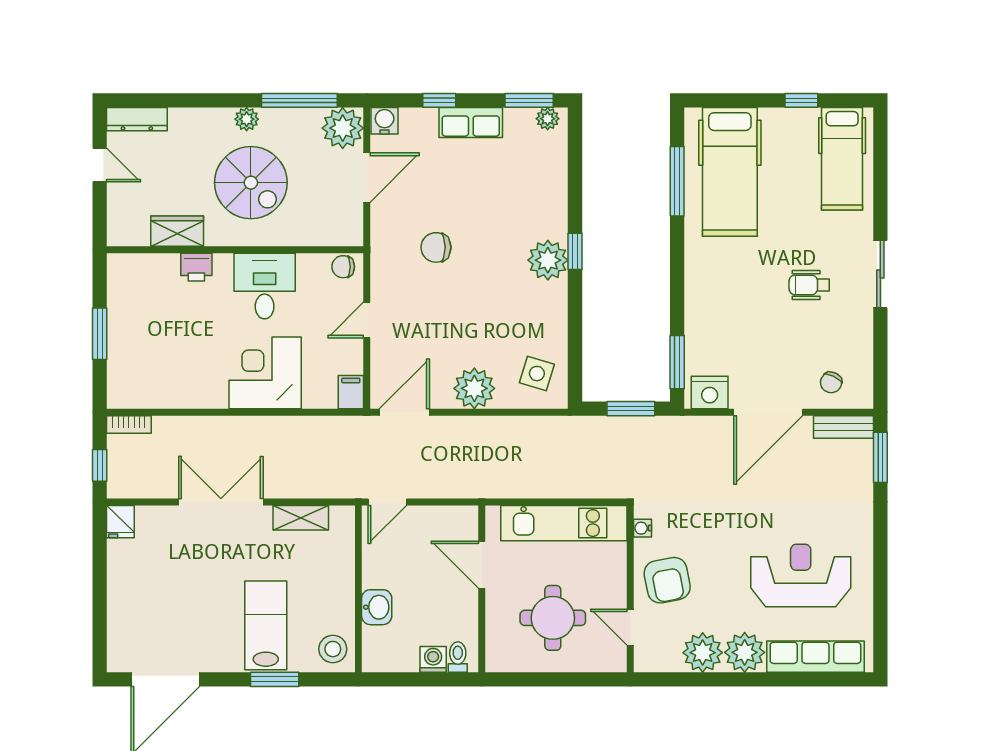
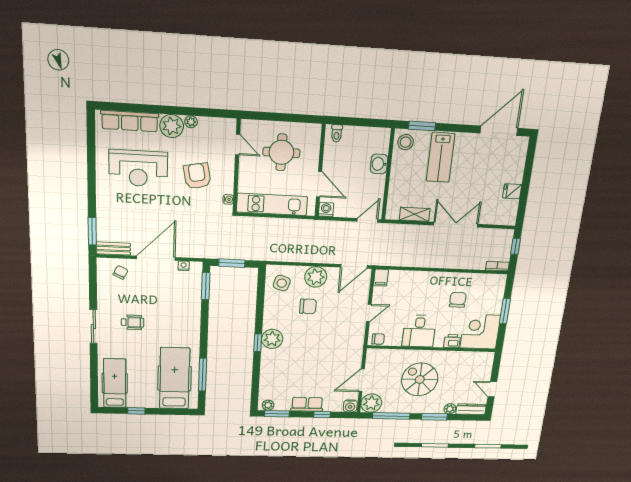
window: (211, 100) -> (434, 417), added
plant: (247, 119) -> (450, 409), moved
wardrobe: (177, 231) -> (459, 358), removed
chair: (436, 247) -> (308, 306), moved
chair: (197, 353) -> (458, 300), added
corner desk: (265, 373) -> (480, 332), moved, turned 180
nightstand: (710, 392) -> (184, 266), width x0.53, depth x0.56
double door: (221, 502) -> (456, 225), swing flipped
fridge: (120, 522) -> (512, 191), moved, turned -90
armchair: (667, 580) -> (197, 176), moved
plant: (703, 653) -> (191, 122), width x0.53, depth x0.53
washing machine: (433, 659) -> (326, 210), moved, turned 180
window: (275, 679) -> (422, 126), moved

